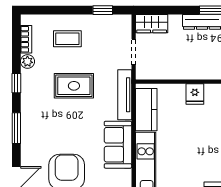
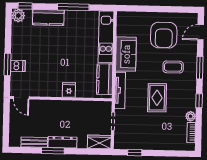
coffee table: (67, 39) -> (173, 67), moved
rug: (74, 86) -> (157, 98), turned 90

